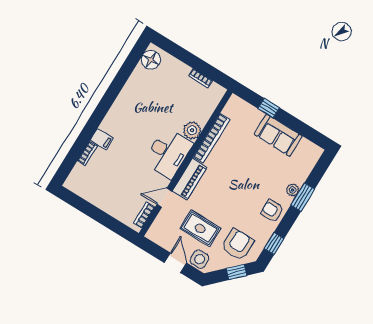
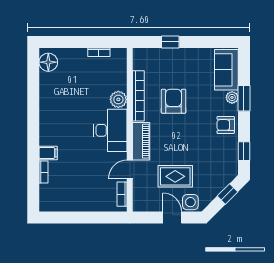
sofa: (278, 135) -> (226, 70), moved, turned 90
armchair: (238, 244) -> (174, 101), moved

